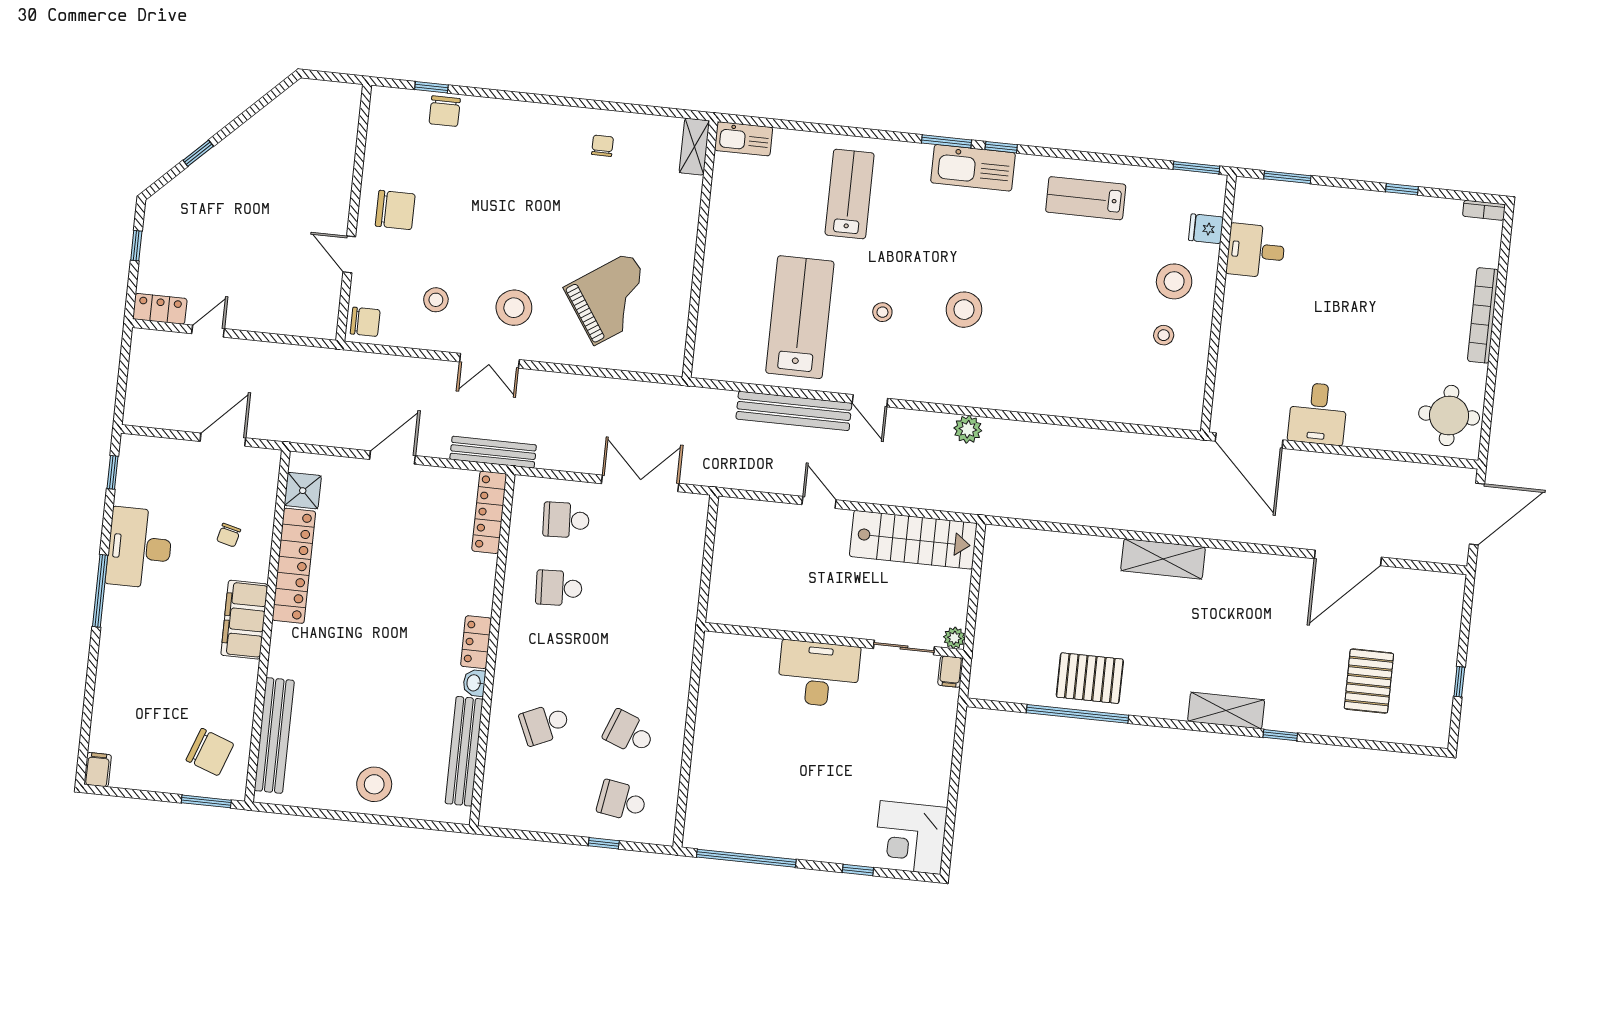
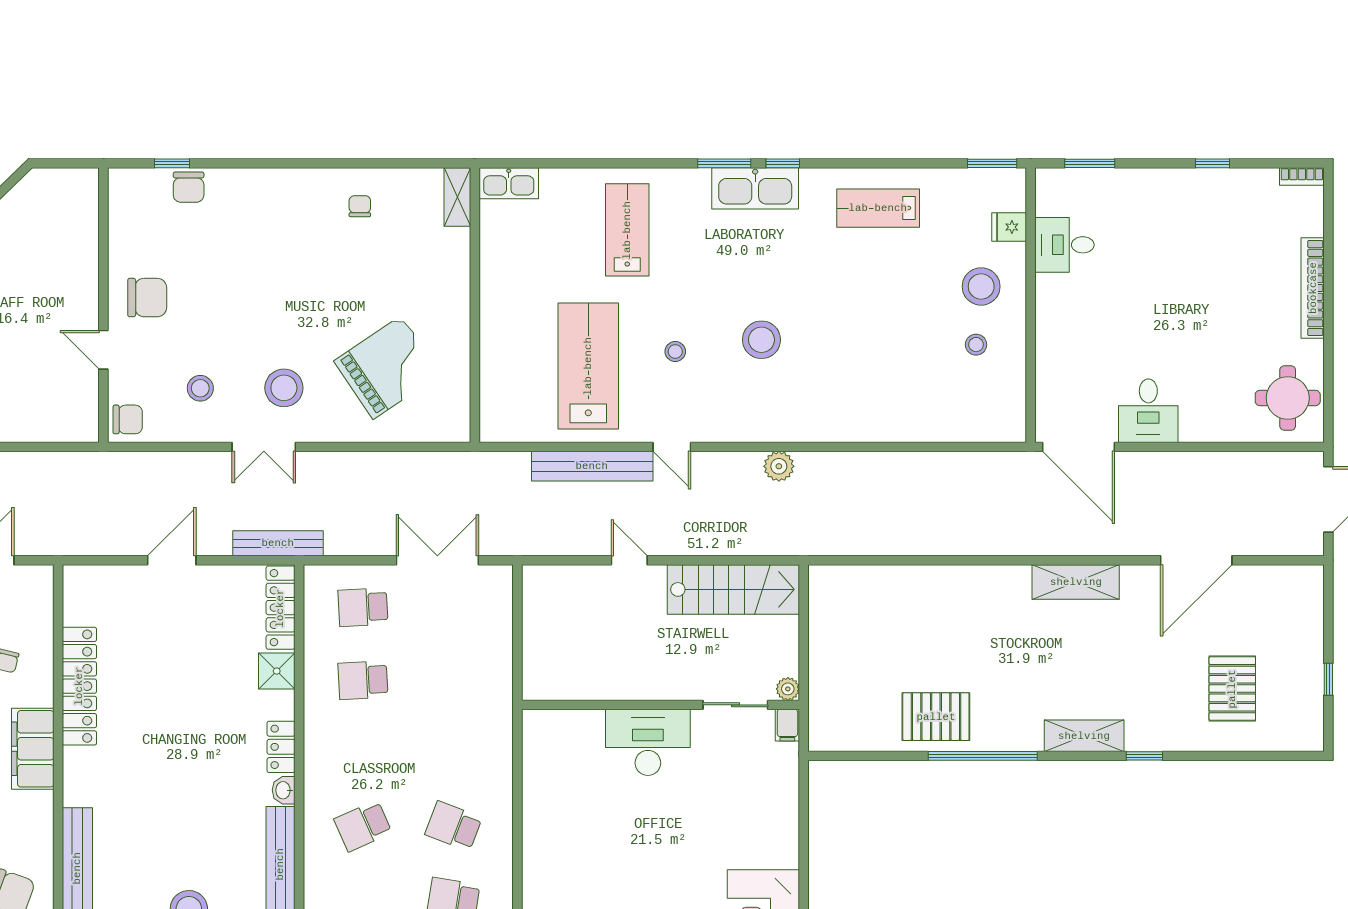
shower: (303, 491) -> (277, 671), moved
shelving: (1163, 559) -> (1076, 582), moved
window: (1078, 714) -> (983, 756), moved

